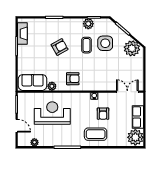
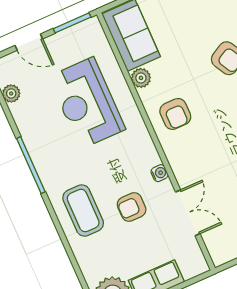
double door: (127, 92) -> (188, 213), moved
reception desk: (52, 113) -> (87, 103), turned 180
door: (17, 126) -> (29, 42), hinge flipped

